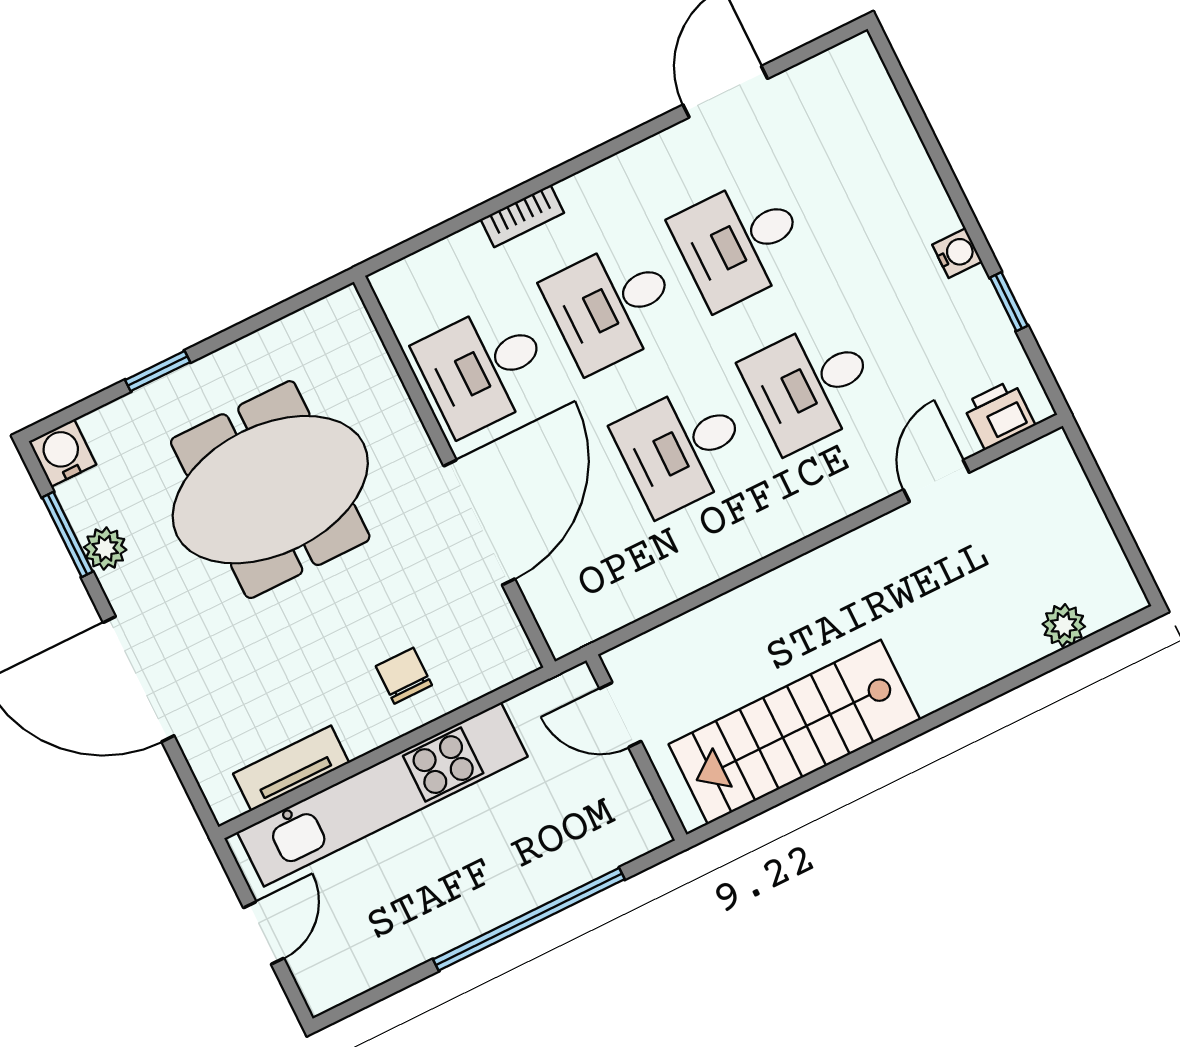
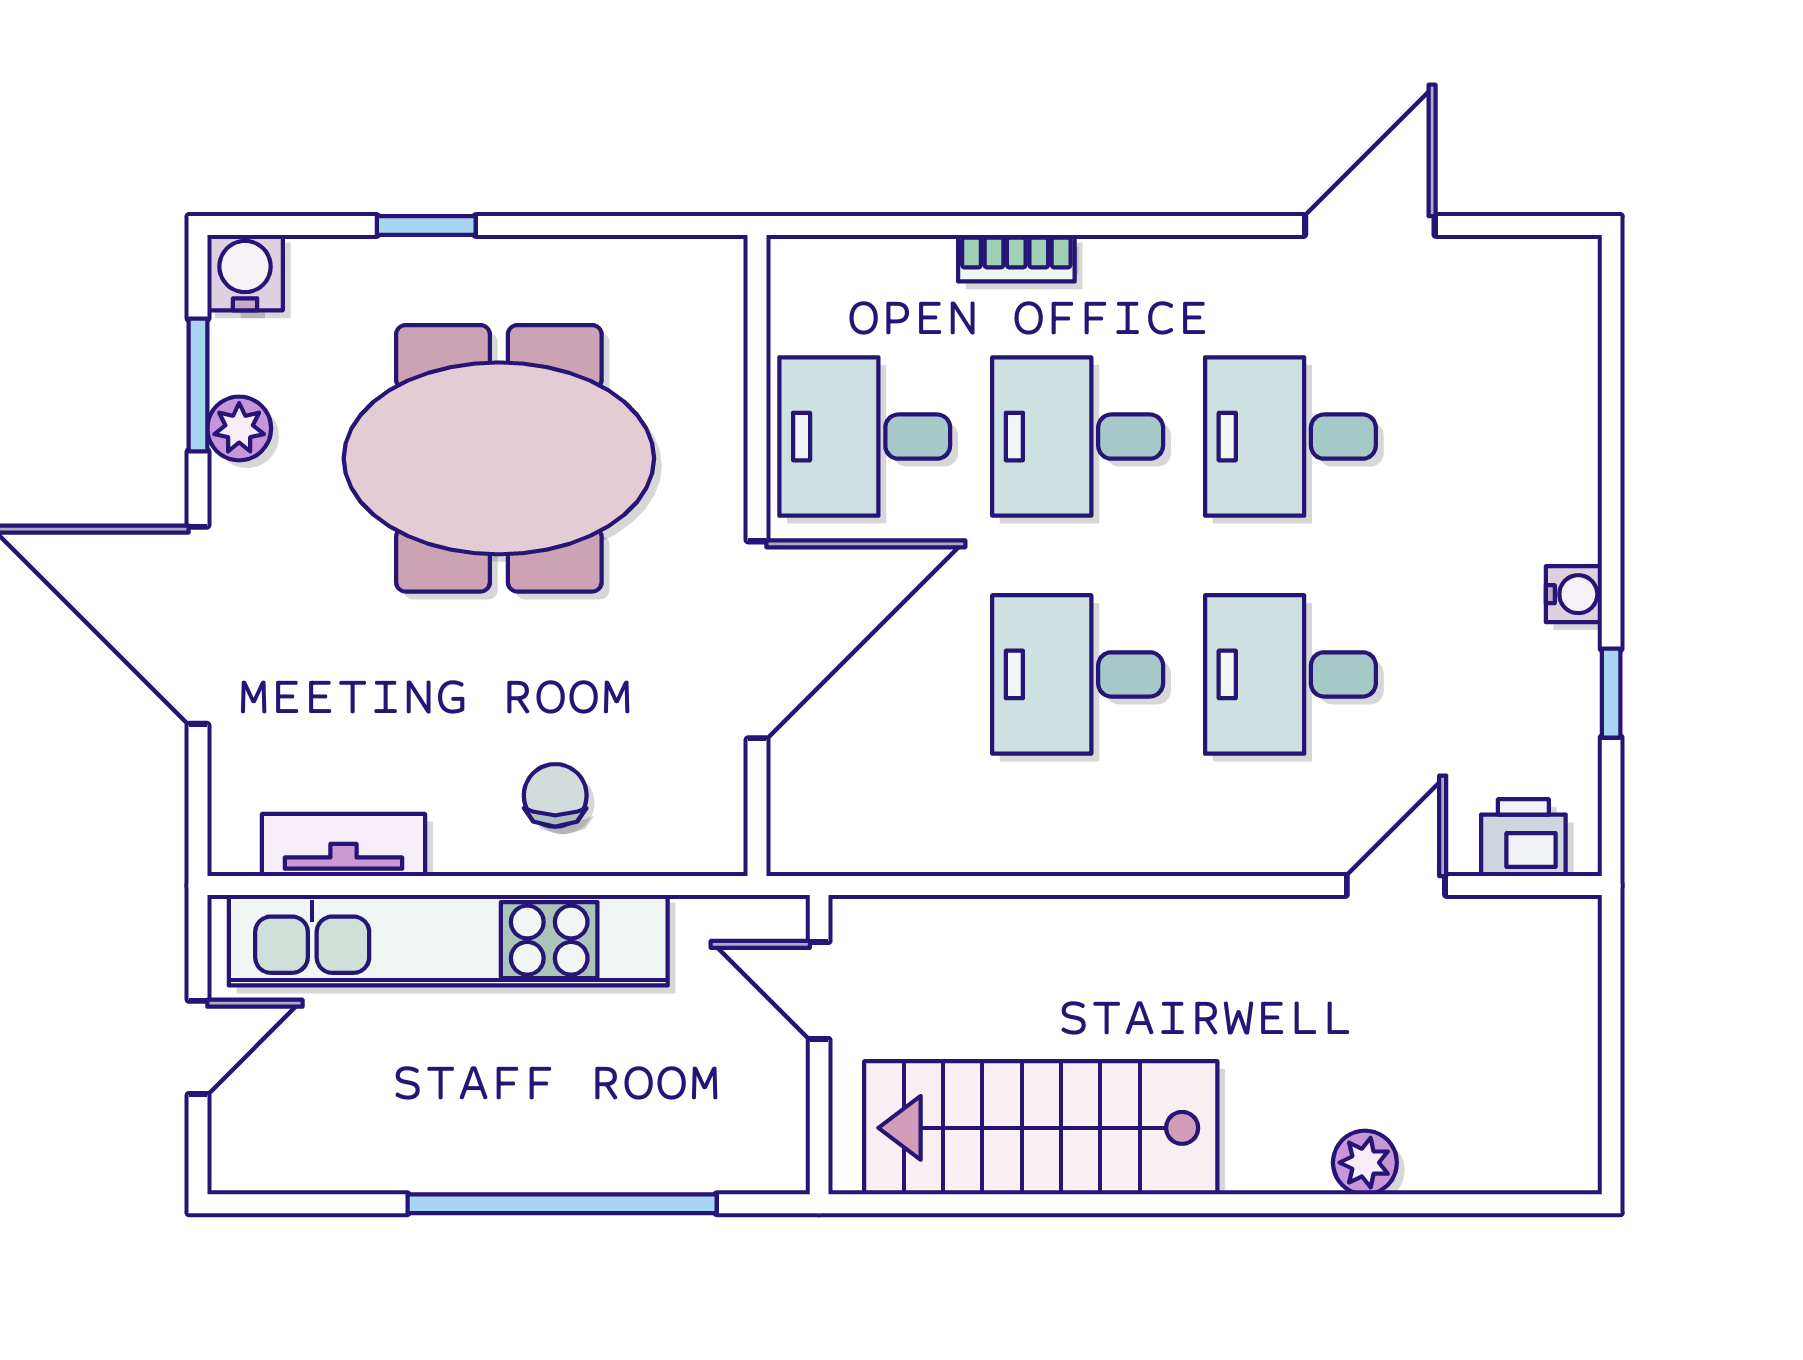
plant: (1064, 625) -> (1365, 1163), moved

